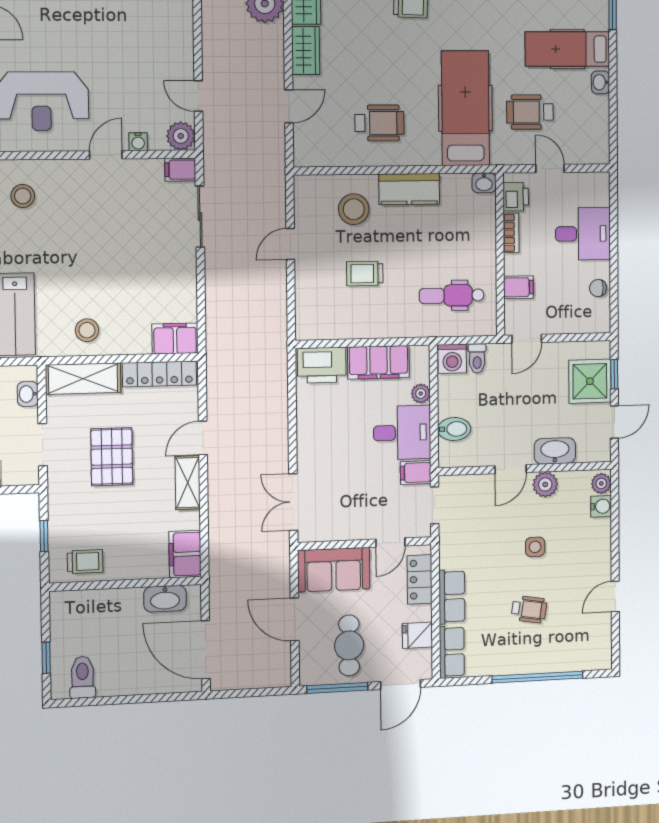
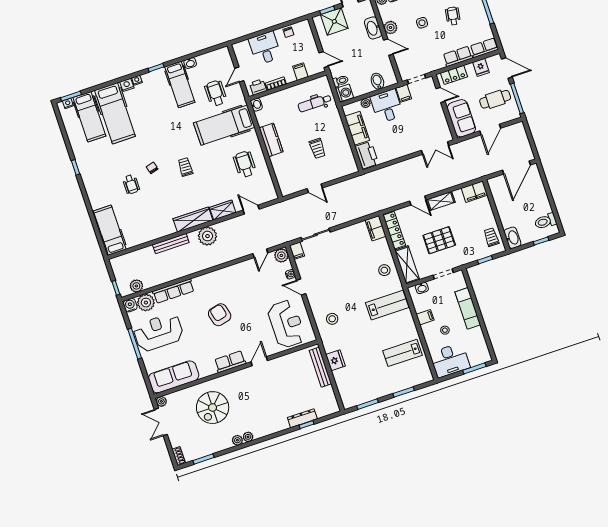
wheelchair: (530, 112) -> (216, 93), turned 180
stool: (354, 209) -> (289, 163), removed
dental chair: (452, 295) -> (315, 103), turned 90
washbasin: (165, 599) -> (513, 238), moved

